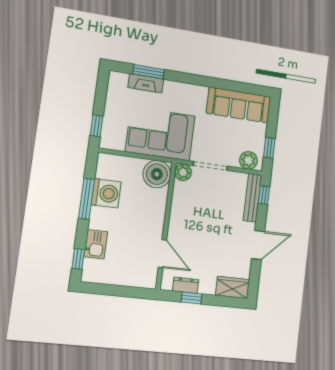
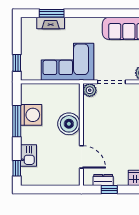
boiler: (157, 174) -> (69, 124), moved

